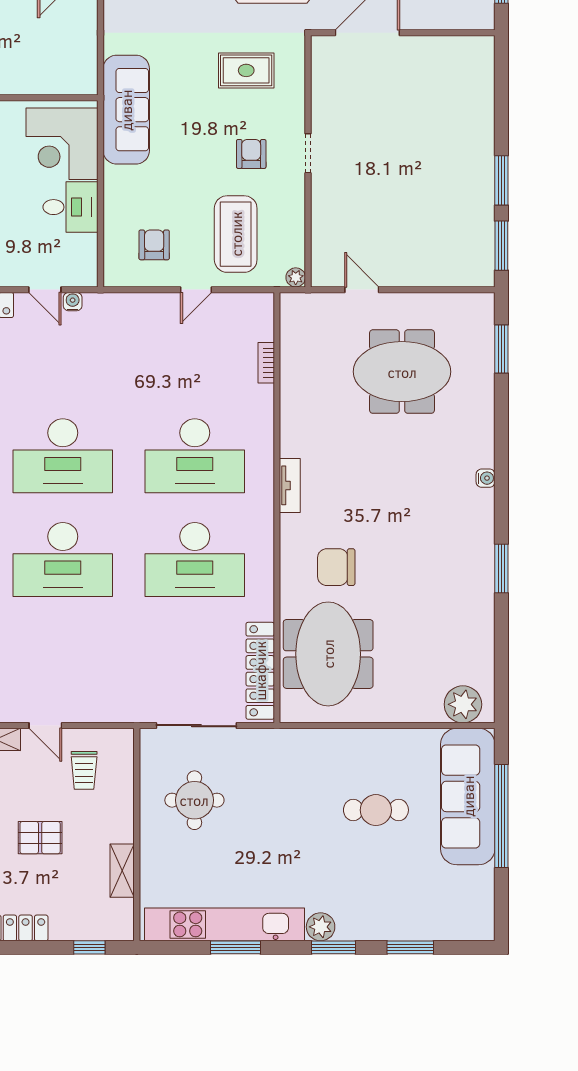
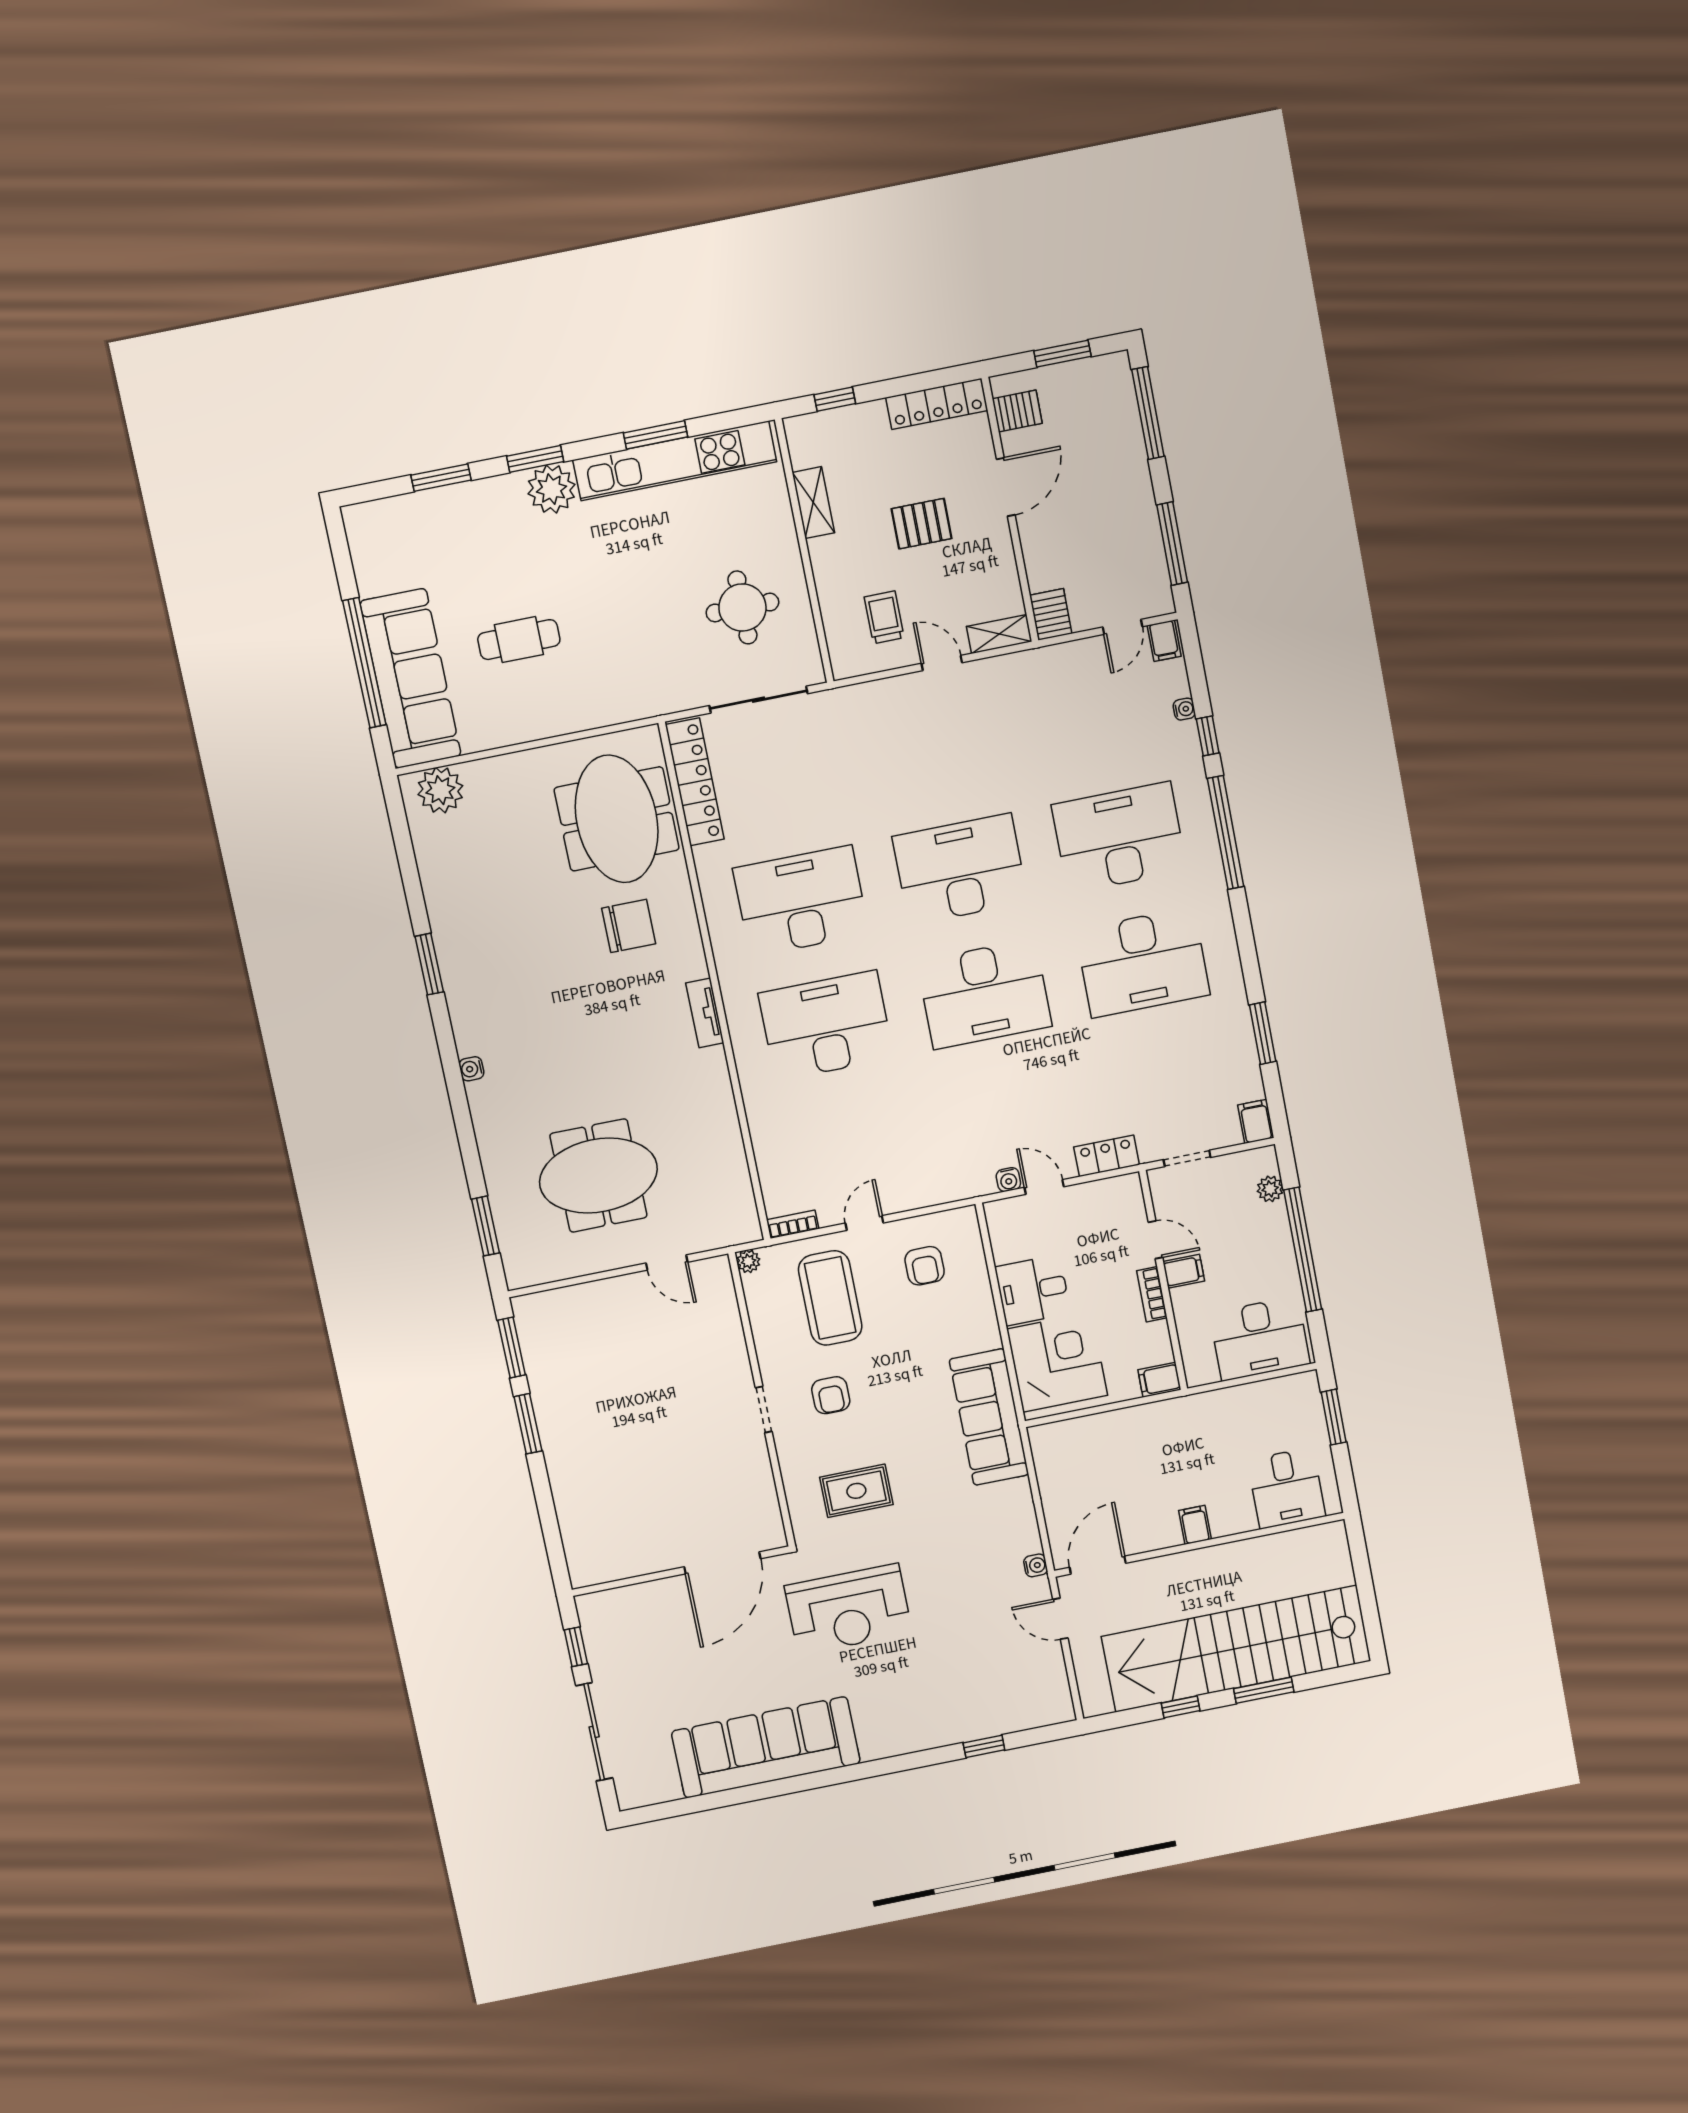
bookcase: (266, 363) -> (793, 1224), moved, turned -90
desk: (63, 456) -> (984, 994), turned 180
plant: (321, 927) -> (551, 489), width x1.36, depth x1.36

